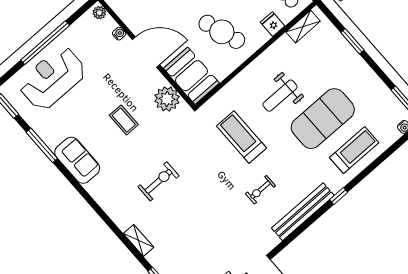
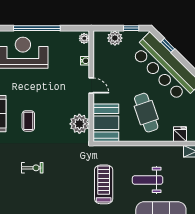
door: (146, 52) -> (91, 86), width x0.53
coffee table: (124, 120) -> (28, 121), moved
exercise bike: (159, 181) -> (32, 168), width x0.73, depth x0.72

